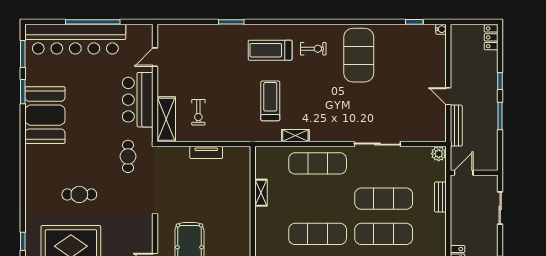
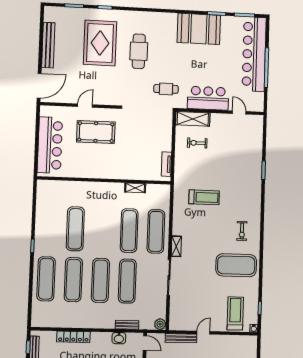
treadmill: (270, 50) -> (235, 313), moved
shelving: (295, 136) -> (176, 246), moved
tv unit: (206, 152) -> (166, 164), moved
cafe table: (79, 194) -> (139, 51), width x1.37, depth x1.35
washbasin: (458, 207) -> (119, 338), added
exercise mat: (318, 234) -> (129, 231), moved

